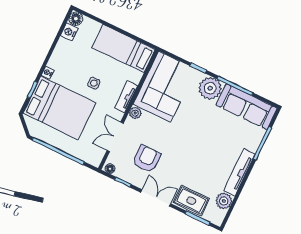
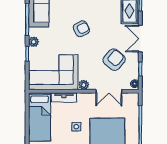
plant: (210, 88) -> (34, 42), width x0.53, depth x0.53
tv unit: (126, 97) -> (64, 97), moved
armchair: (197, 139) -> (81, 29), added
armchair: (147, 159) -> (114, 60), turned 130

